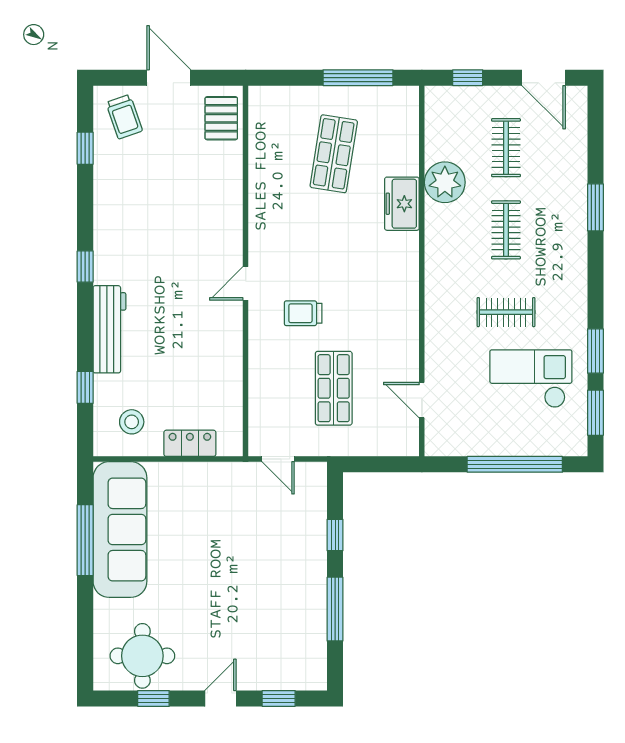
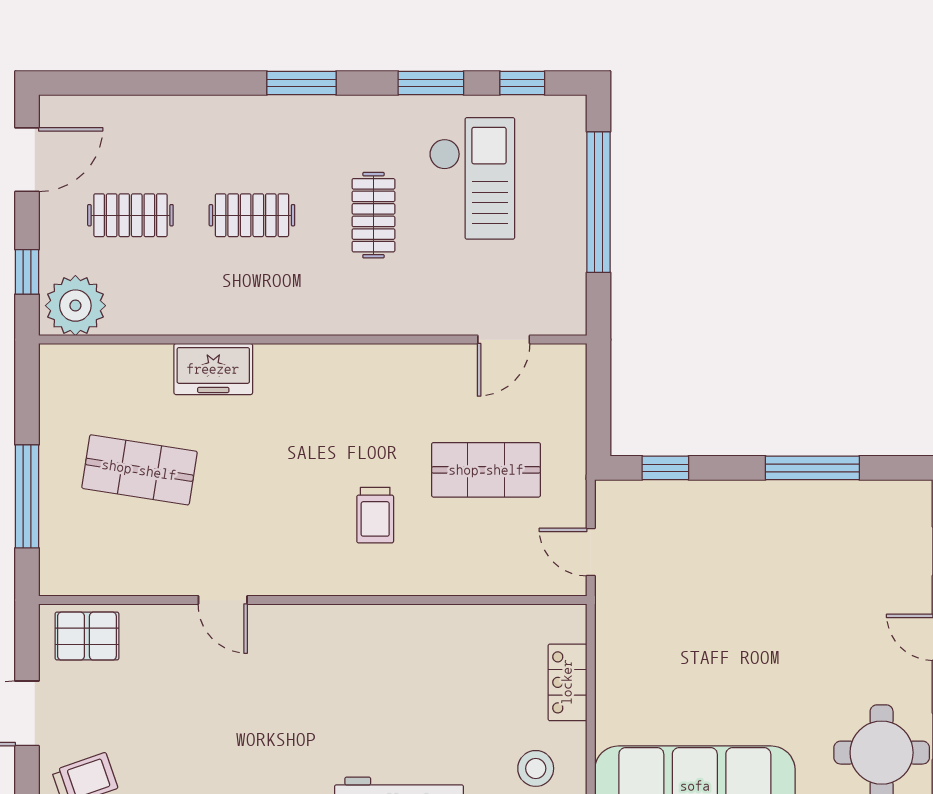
window: (358, 78) -> (27, 496), moved
plant: (445, 182) -> (75, 306), moved
window: (595, 207) -> (301, 83), moved
door: (246, 283) -> (223, 600), moved
checkout: (531, 379) -> (472, 178), turned 180
window: (595, 413) -> (522, 83), width x0.67
door: (278, 459) -> (591, 552), swing flipped
window: (335, 535) -> (665, 468), moved

